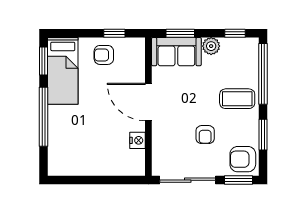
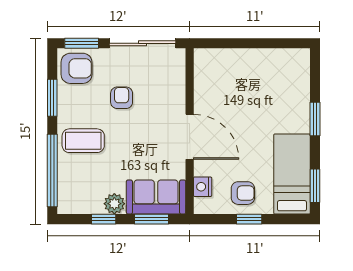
window: (114, 33) -> (249, 219), moved
window: (235, 33) -> (104, 219), moved
window: (44, 117) -> (315, 119), width x0.47
nightstand: (137, 140) -> (203, 187), moved

